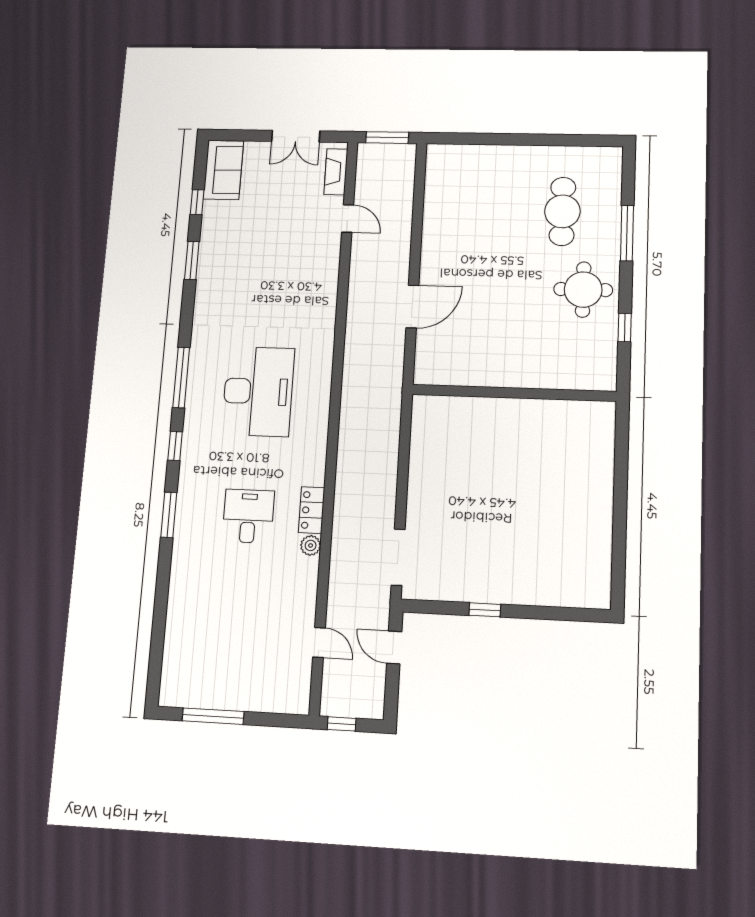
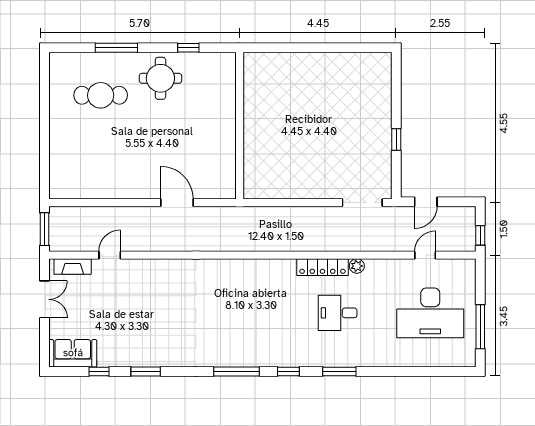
desk: (258, 391) -> (430, 313), moved, turned 180
locker: (312, 510) -> (322, 267), width x1.53

